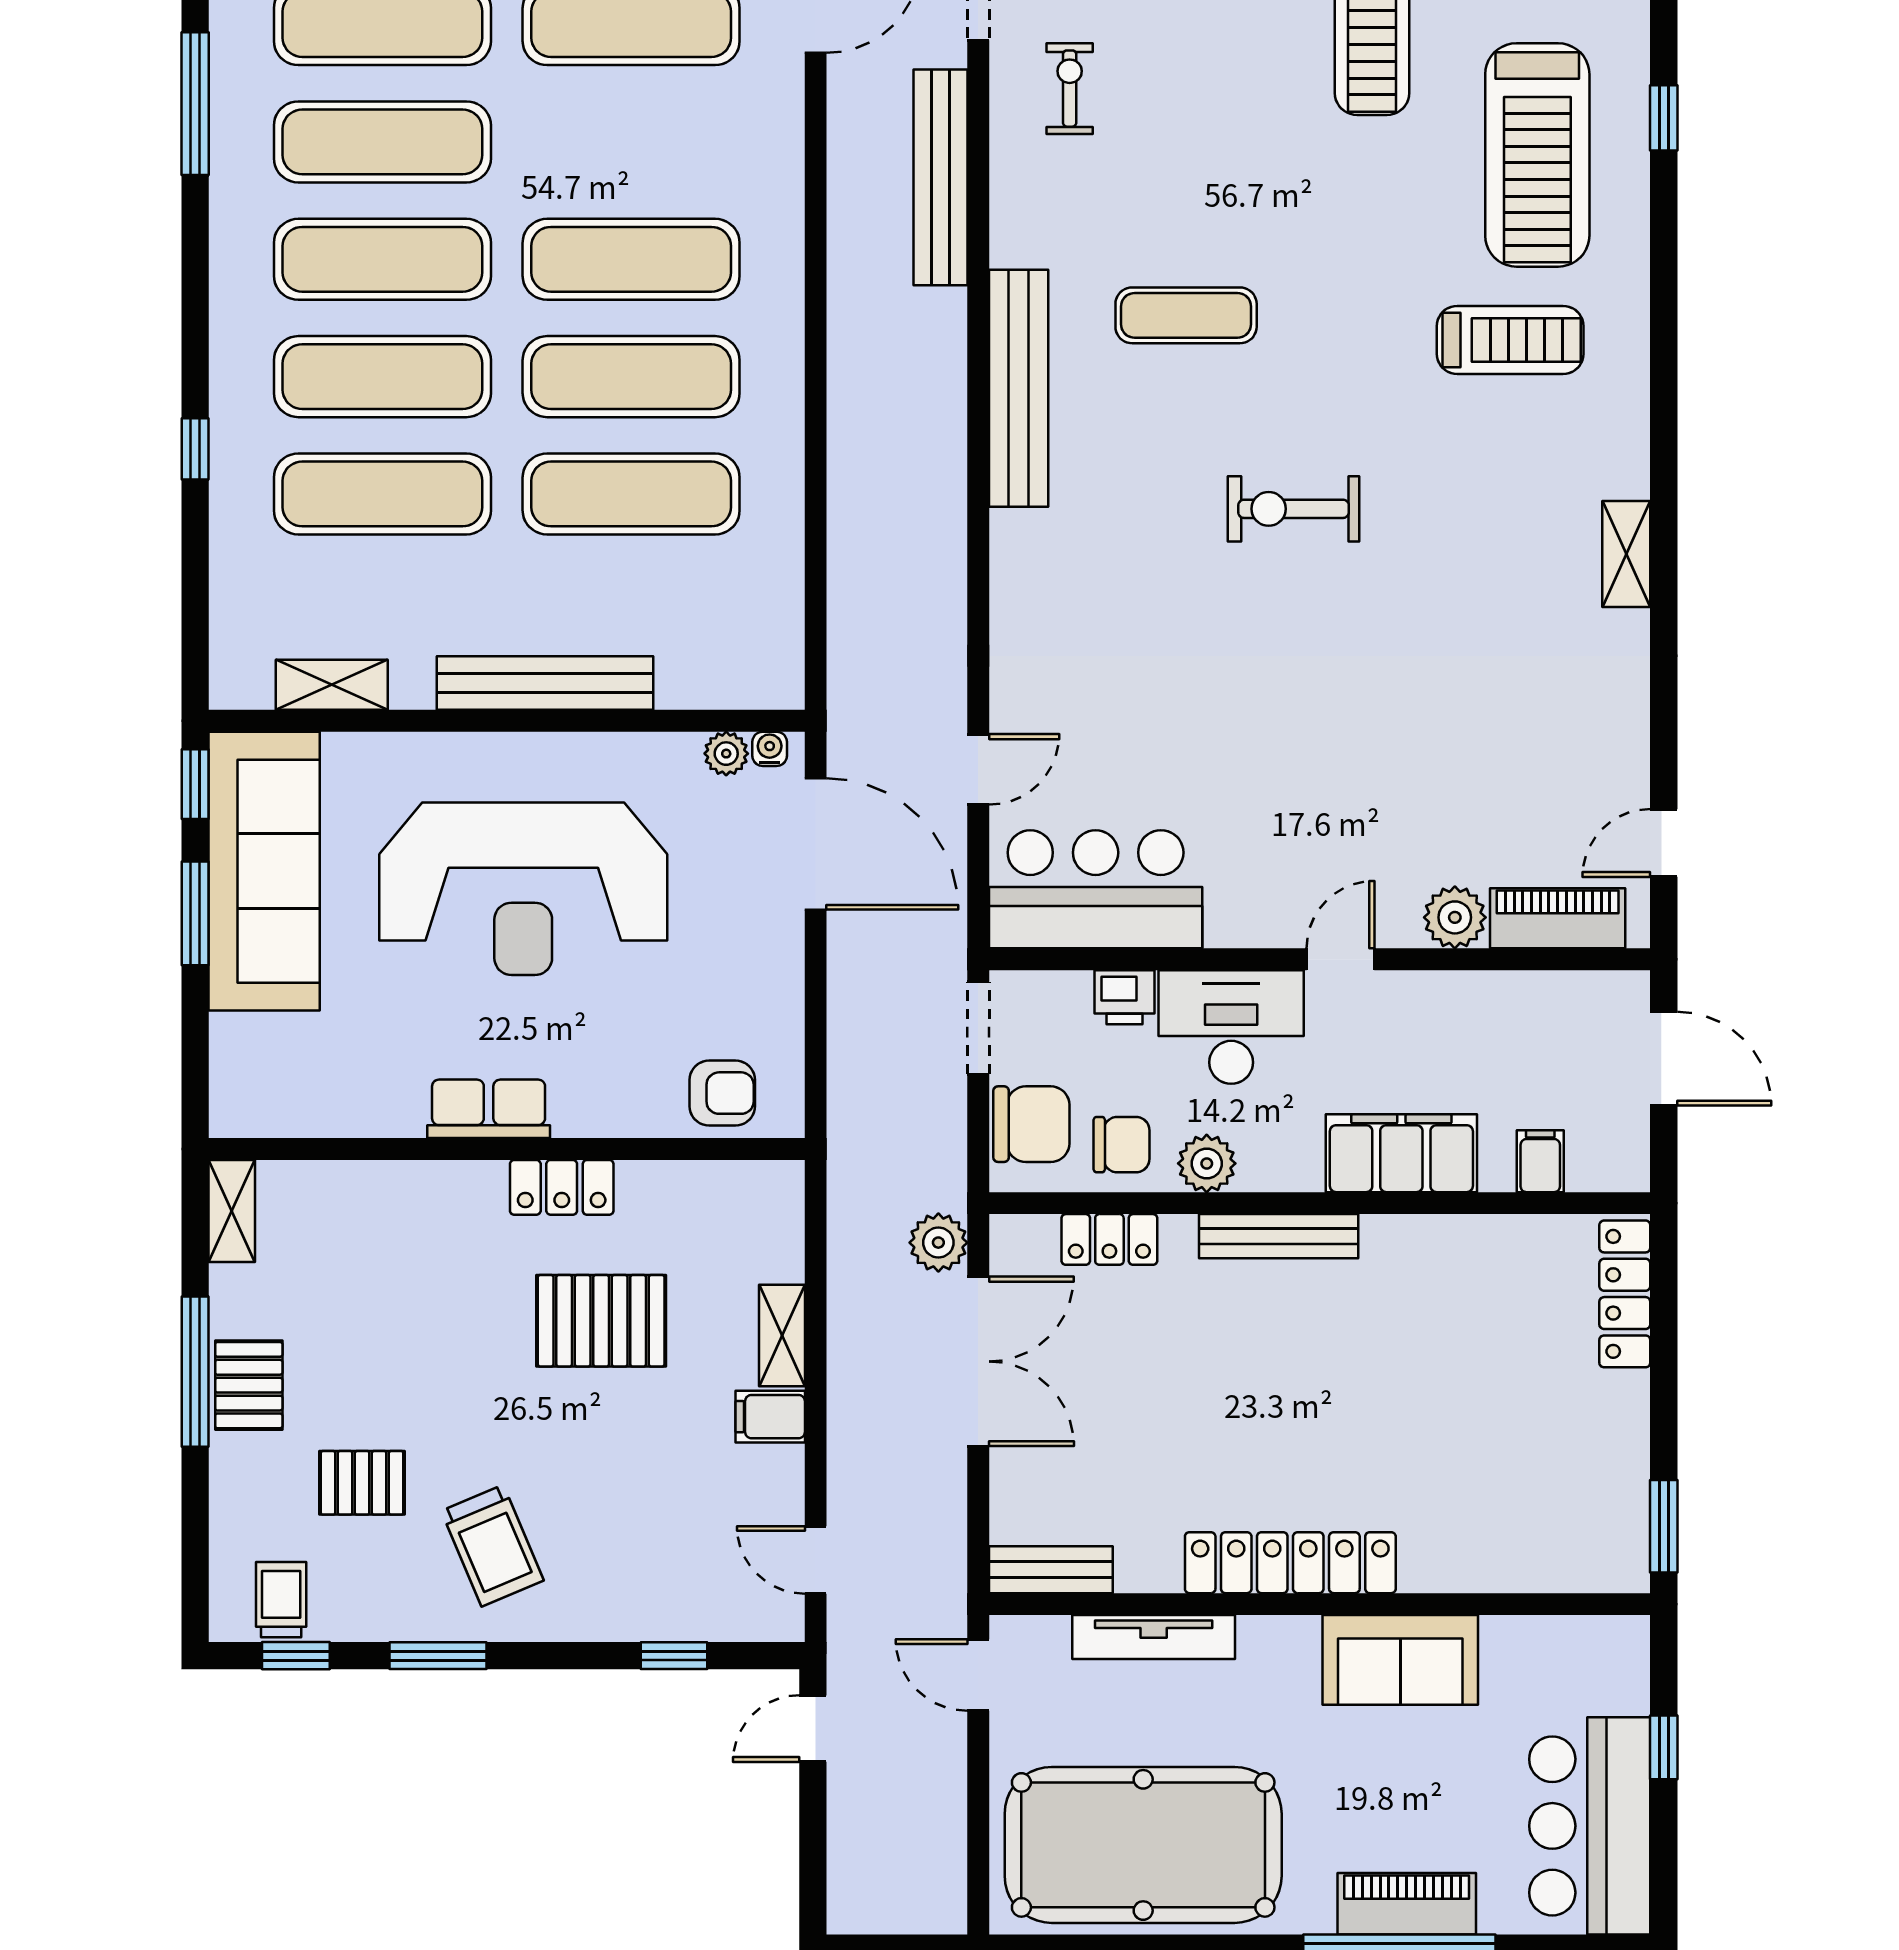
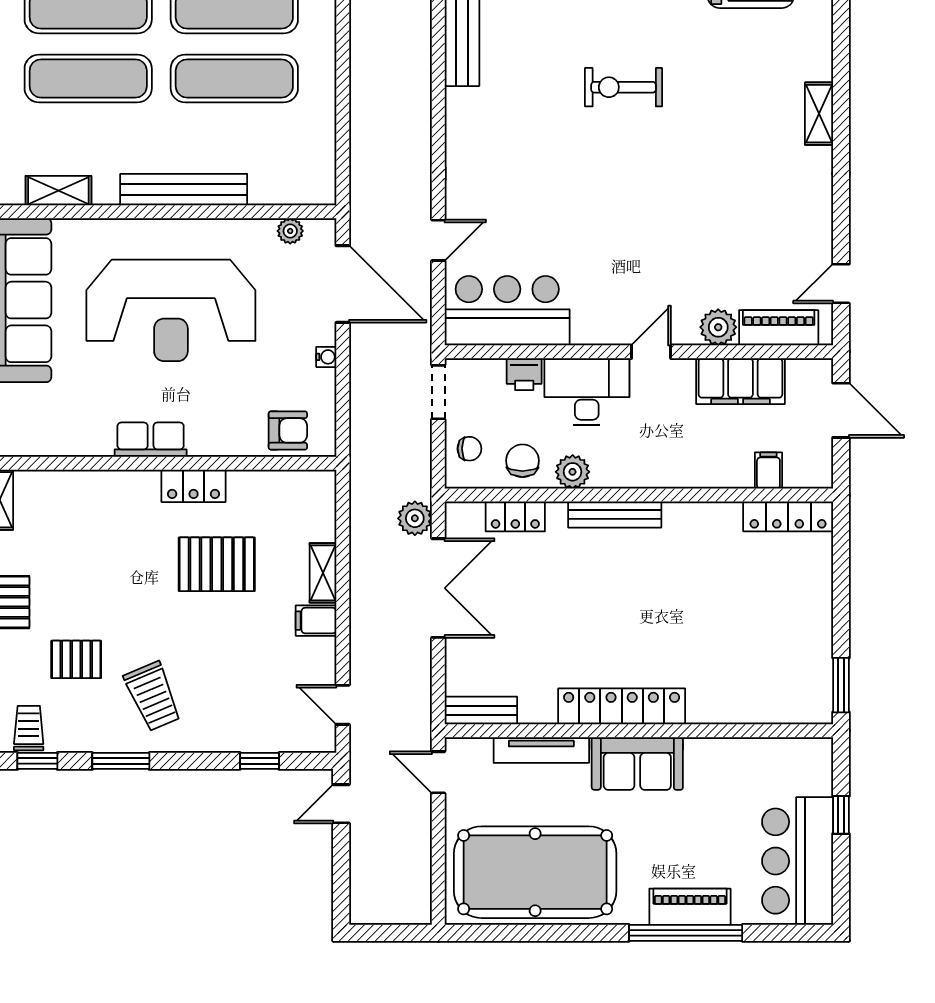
water cooler: (770, 749) -> (326, 357), moved, turned 90
chair: (1031, 1124) -> (469, 449), width x0.54, depth x0.54
chair: (1122, 1145) -> (522, 461), turned -90
filing cabinet: (1401, 1153) -> (740, 381), moved, turned 180
locker: (1625, 1294) -> (788, 516), moved, turned -90
sofa: (1400, 1660) -> (637, 763), moved

